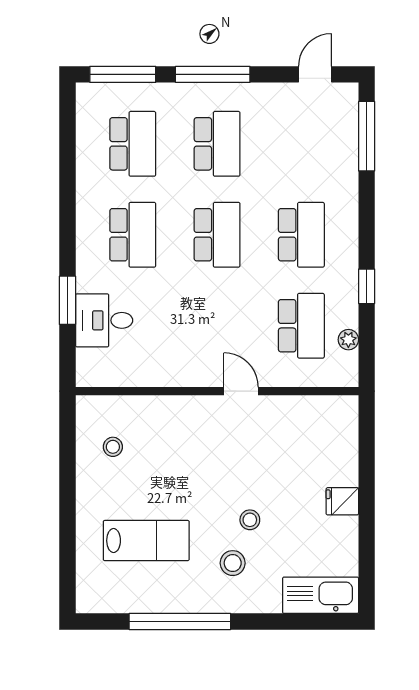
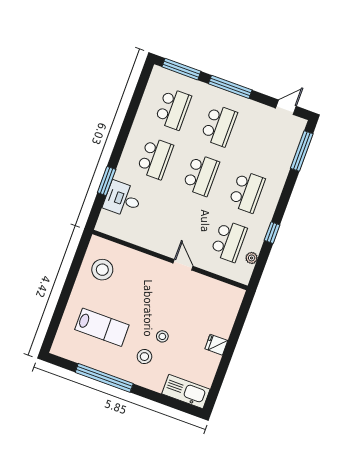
stool: (113, 447) -> (102, 270), width x1.89, depth x1.89

